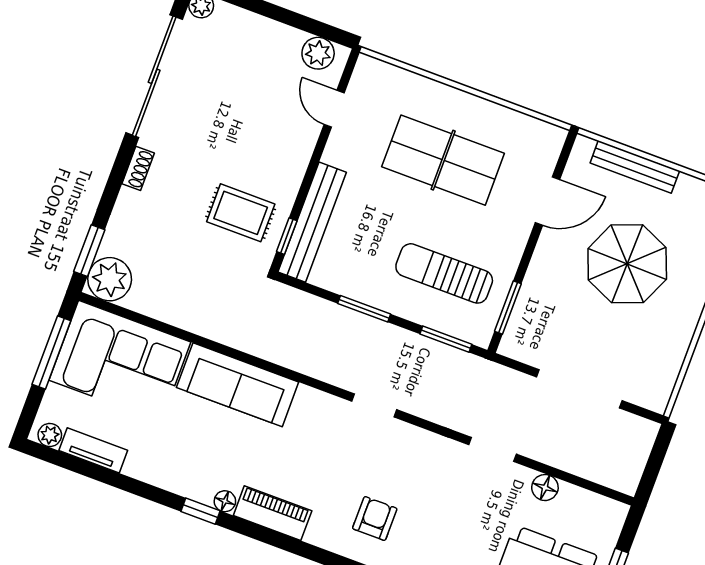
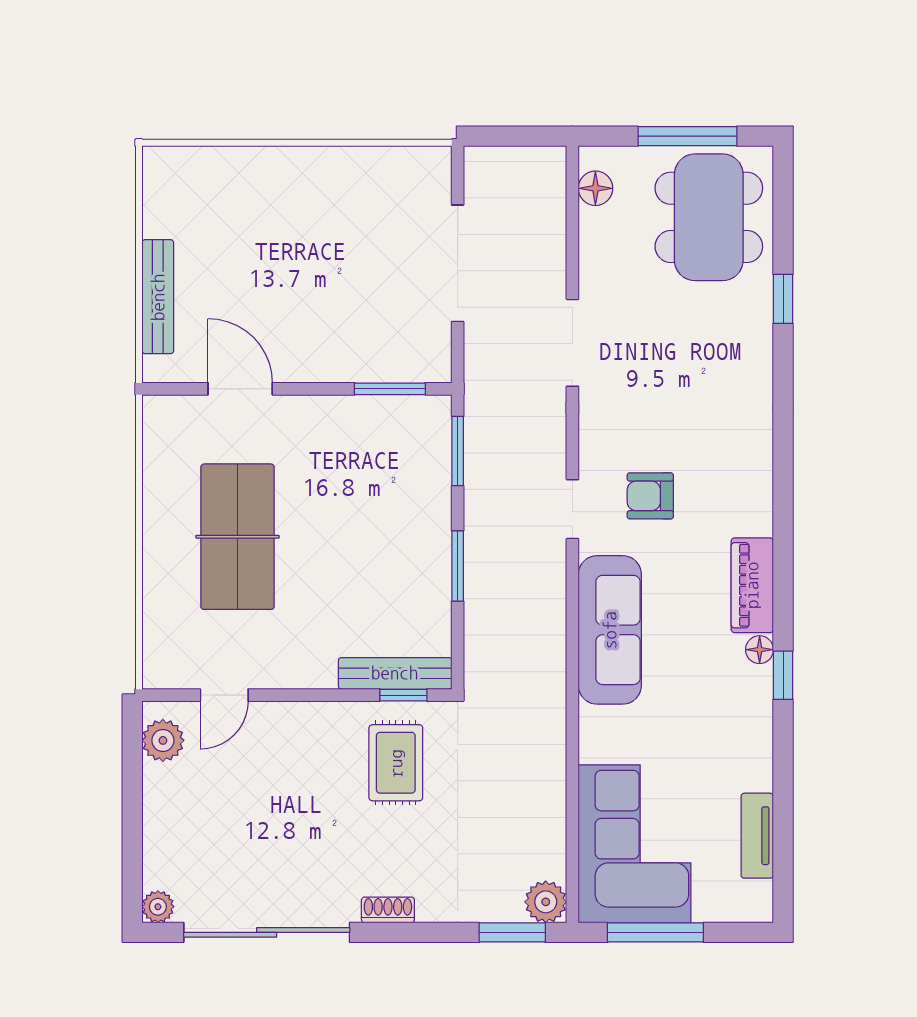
bench: (312, 222) -> (395, 673), width x0.73, depth x0.82
parasol: (627, 264) -> (281, 262), removed
sun lounger: (444, 273) -> (377, 483), removed
plant: (110, 279) -> (546, 902), width x0.73, depth x0.73
sofa: (238, 385) -> (610, 630), moved
plant: (50, 435) -> (758, 897), removed
doorway: (492, 449) -> (572, 343), width x1.38
floor lamp: (545, 488) -> (595, 188), moved
armchair: (375, 518) -> (650, 496), moved

